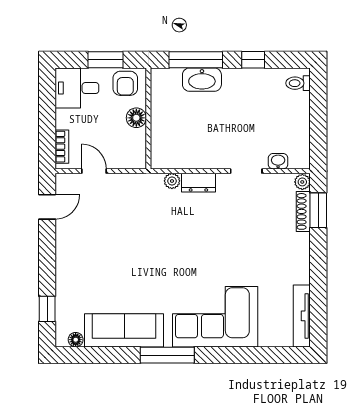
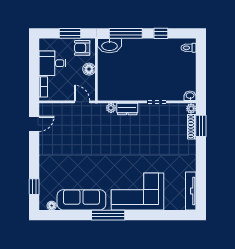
washbasin: (202, 80) -> (110, 46), moved
armchair: (125, 83) -> (82, 48), turned 90
desk: (77, 88) -> (53, 63), moved
washbasin: (278, 161) -> (190, 96), moved
door: (94, 171) -> (82, 102), moved

